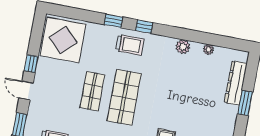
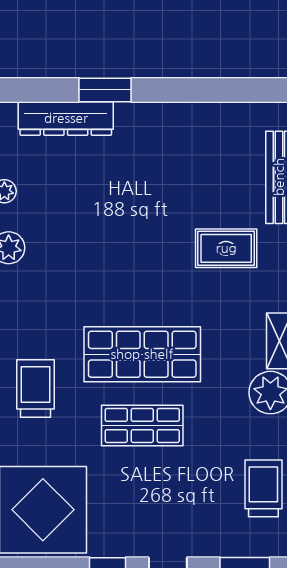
trolley: (130, 45) -> (35, 388), moved

